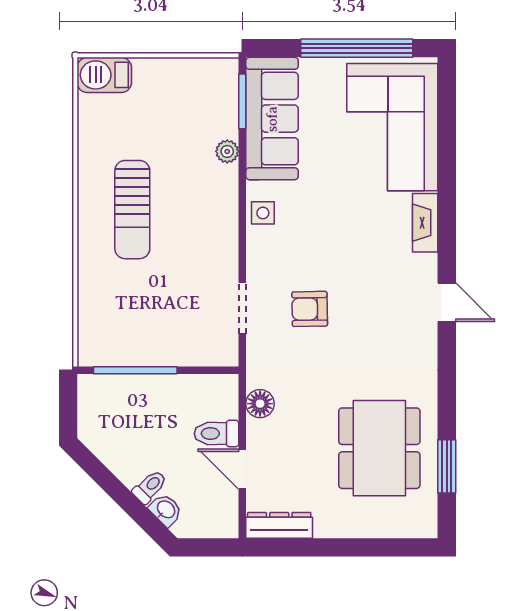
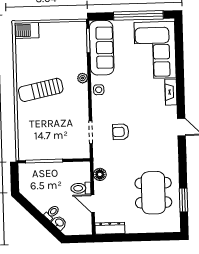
plant: (227, 151) -> (83, 78), moved
sun lounger: (132, 210) -> (41, 90), turned 78

